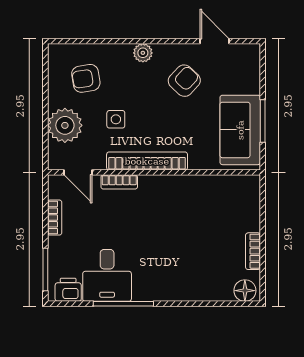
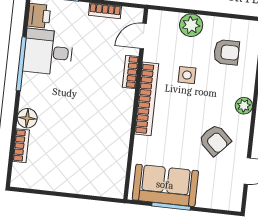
armchair: (86, 78) -> (227, 52), turned 99
plant: (65, 125) -> (191, 25), width x0.73, depth x0.73
bookcase: (253, 251) -> (21, 146), moved, turned 90
floor lamp: (245, 291) -> (27, 118), moved

